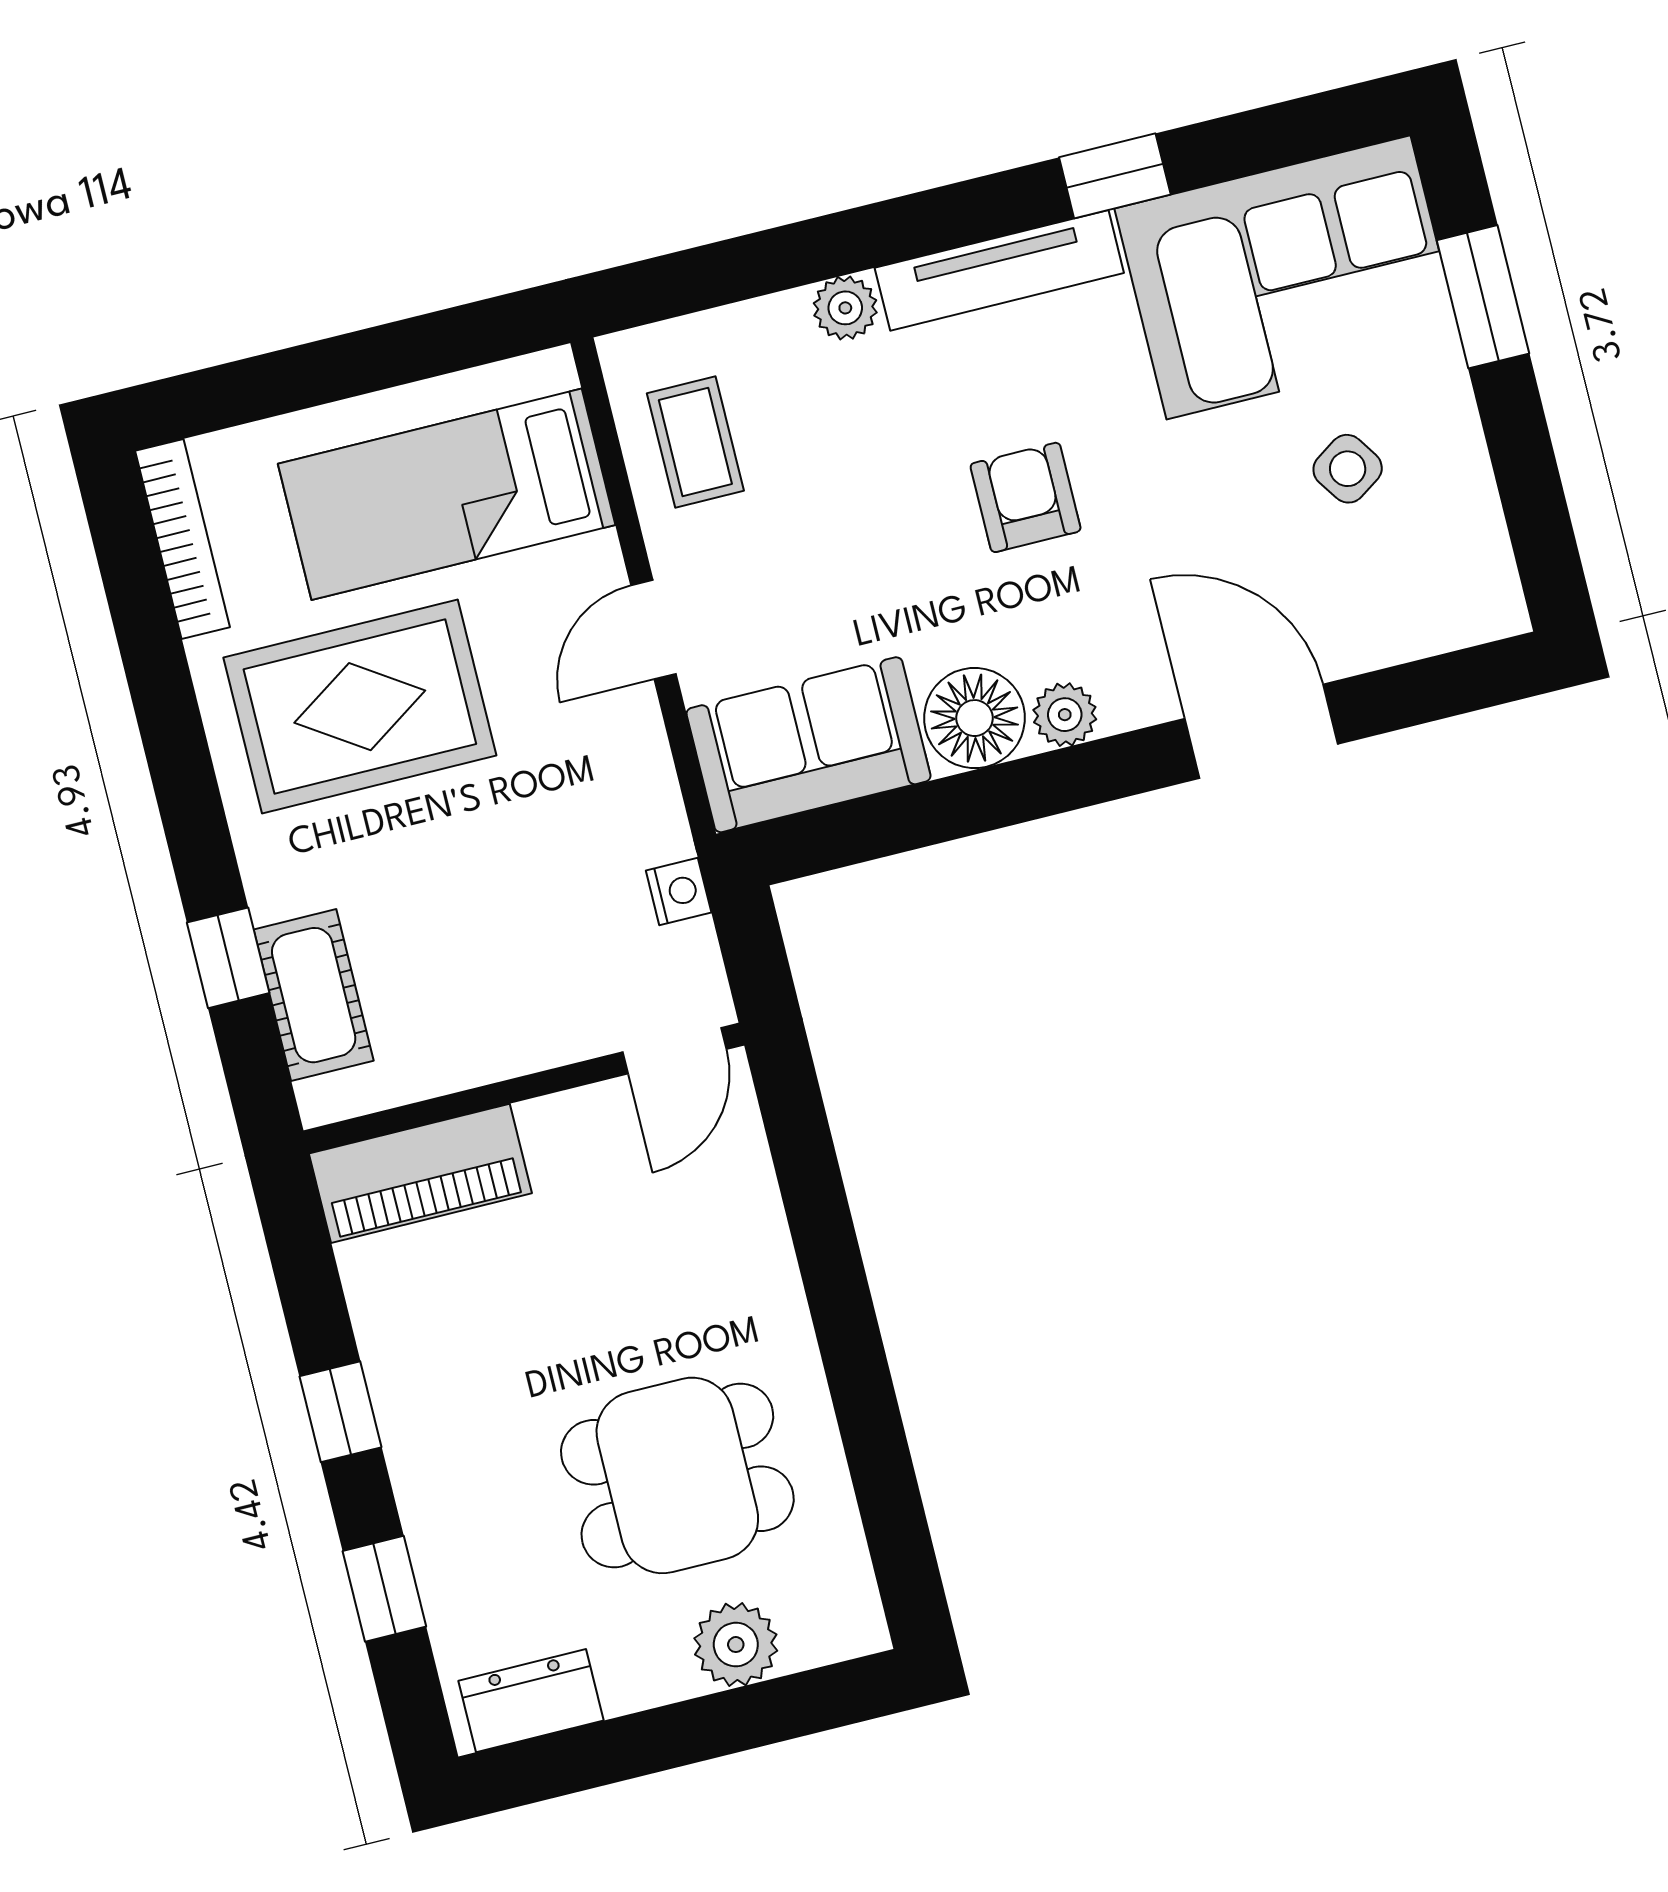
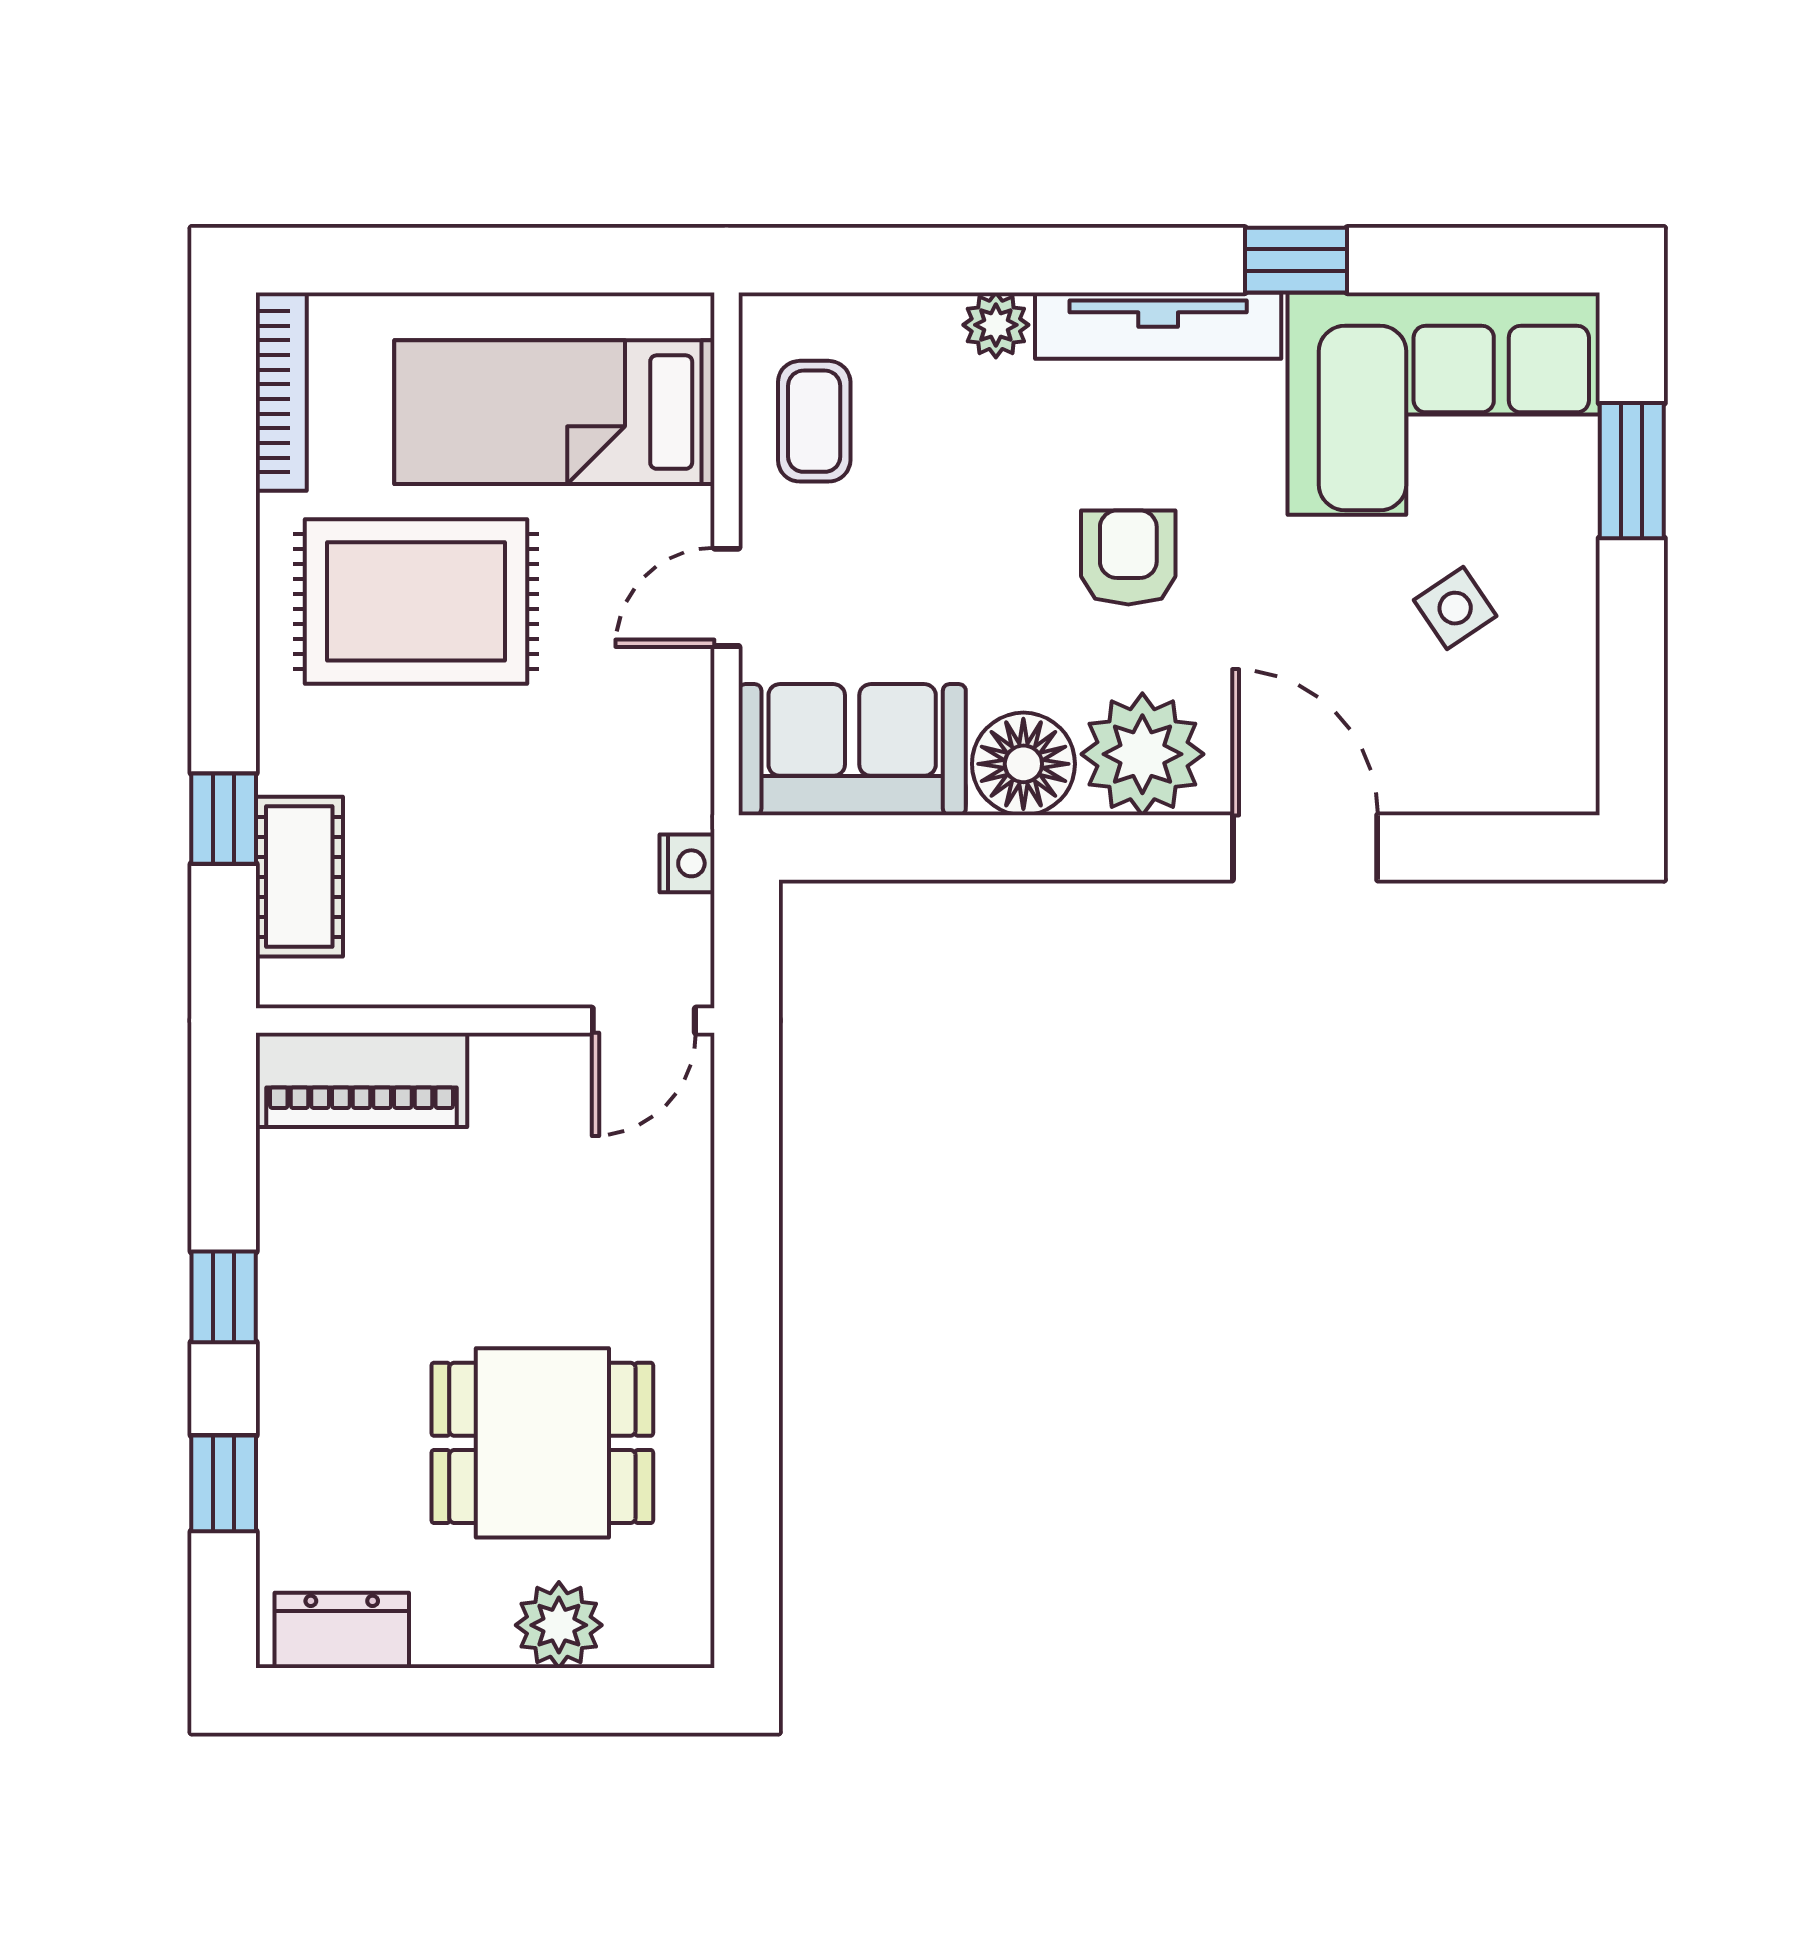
plant: (1065, 715) -> (1142, 754), width x1.87, depth x1.87

